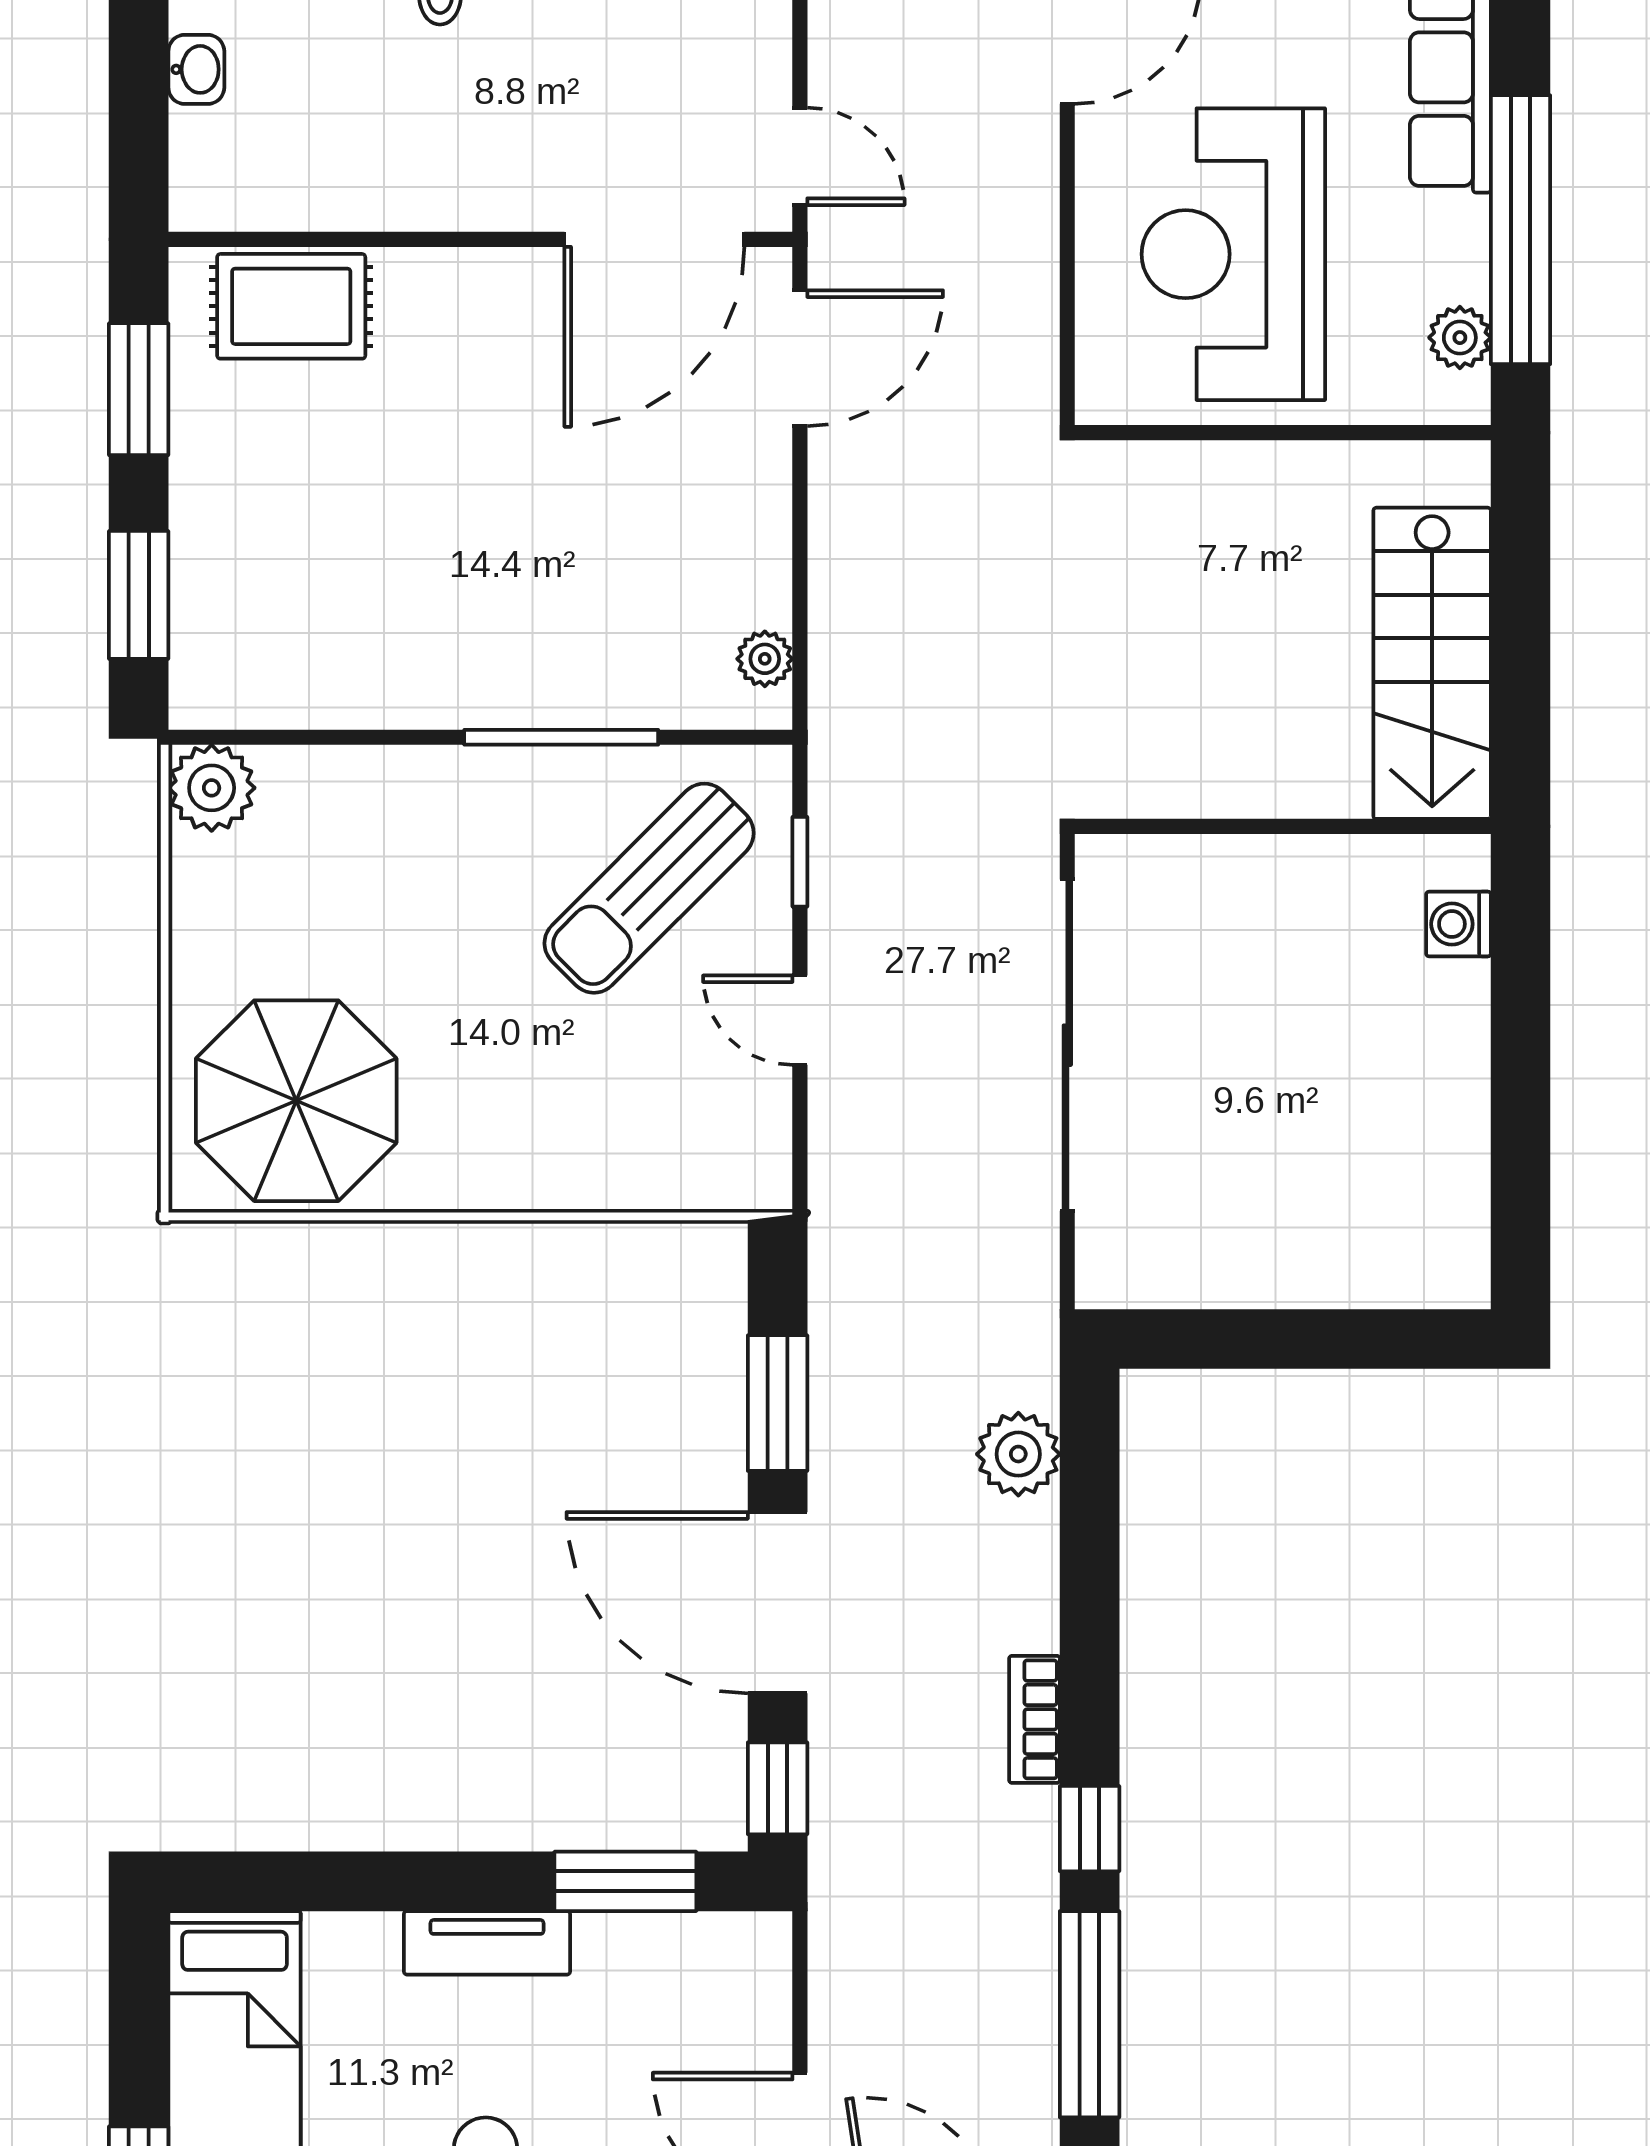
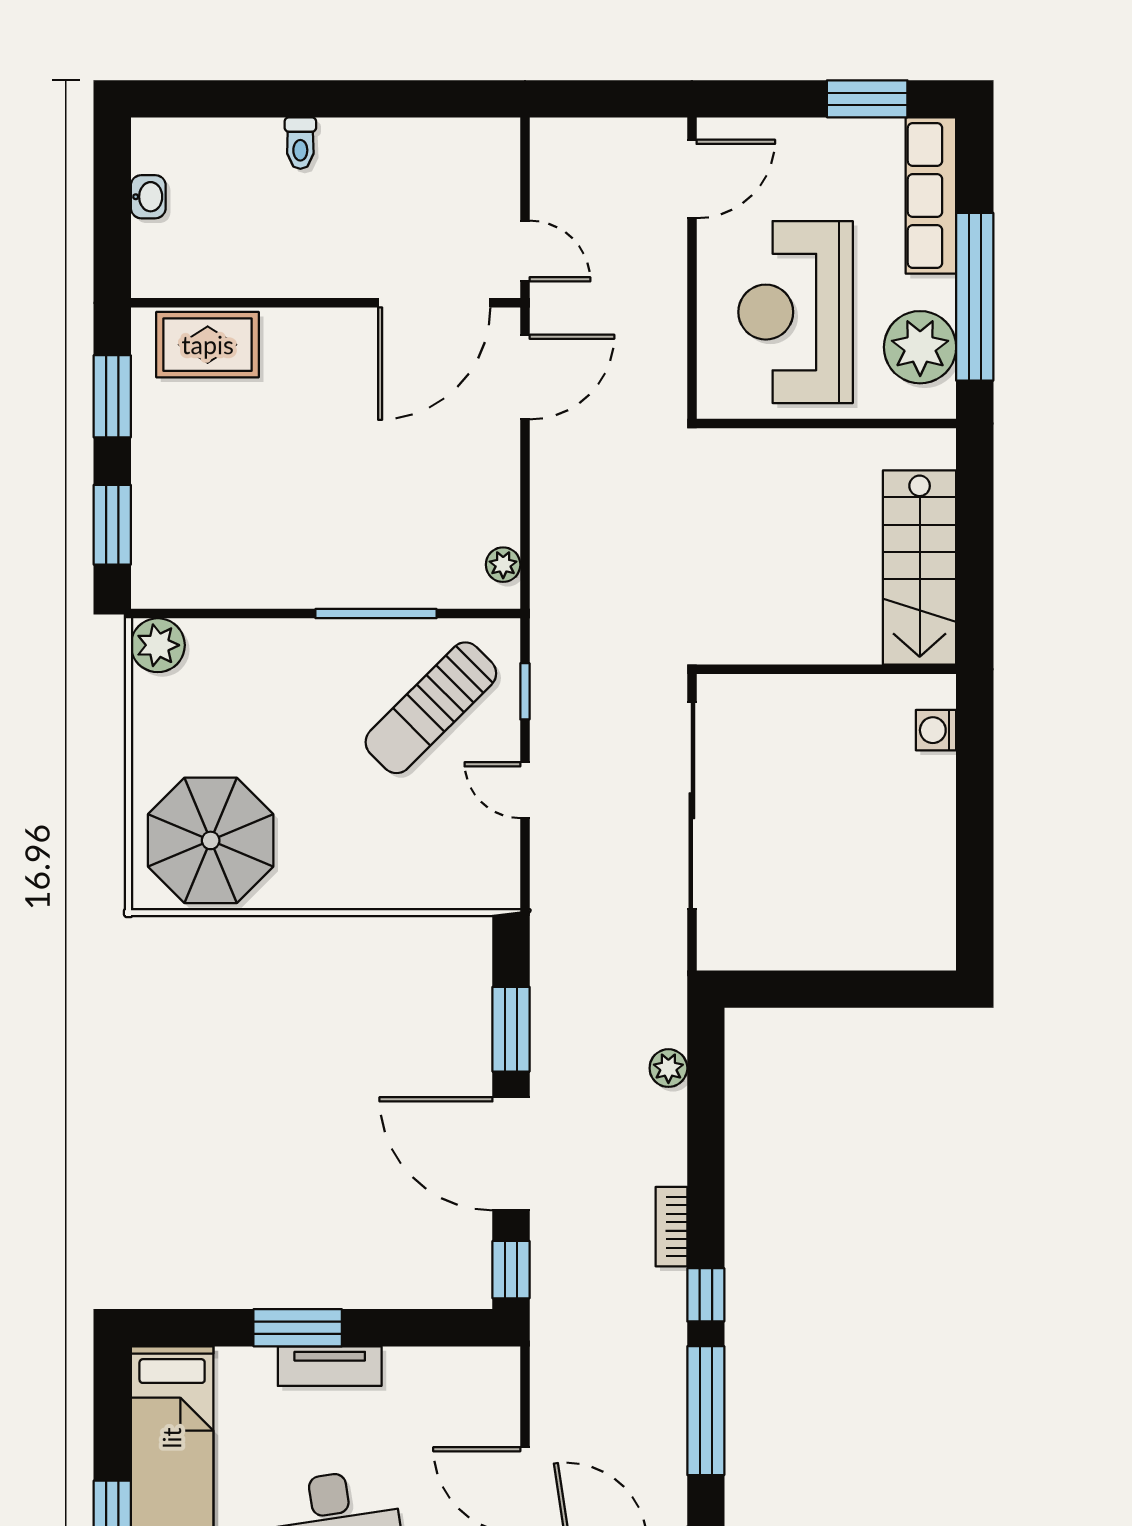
plant: (1460, 338) -> (920, 347), width x1.87, depth x1.87
plant: (1018, 1454) -> (668, 1068), width x0.73, depth x0.73
window: (625, 1881) -> (298, 1328), moved

